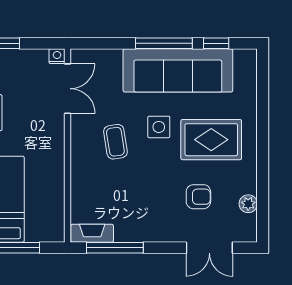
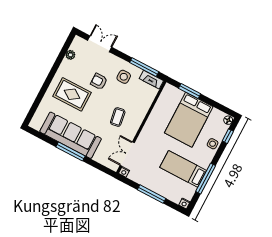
window: (216, 43) -> (46, 139), removed
side table: (159, 127) -> (124, 77), moved
armchair: (198, 197) -> (99, 81), moved

